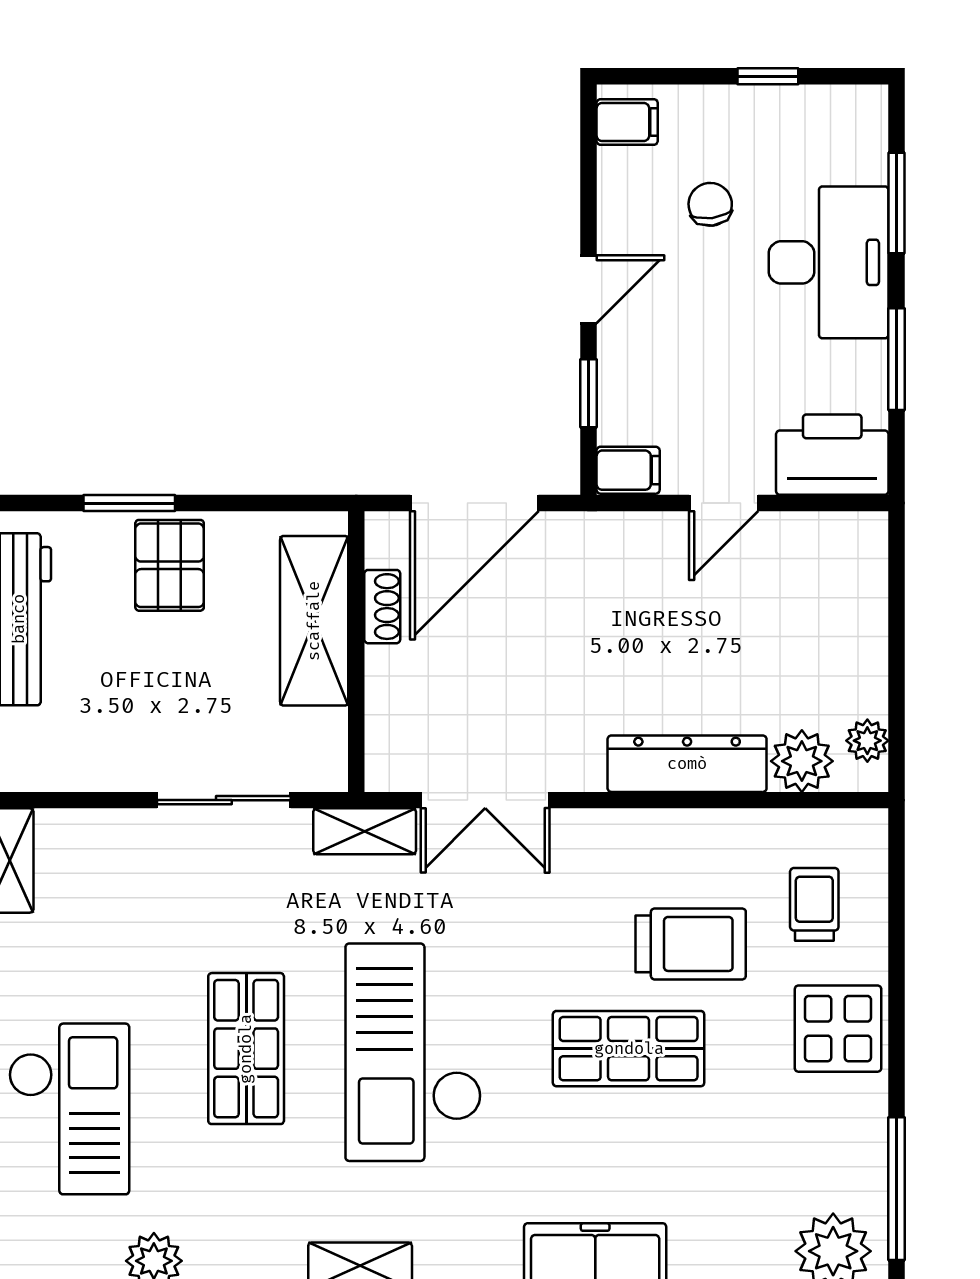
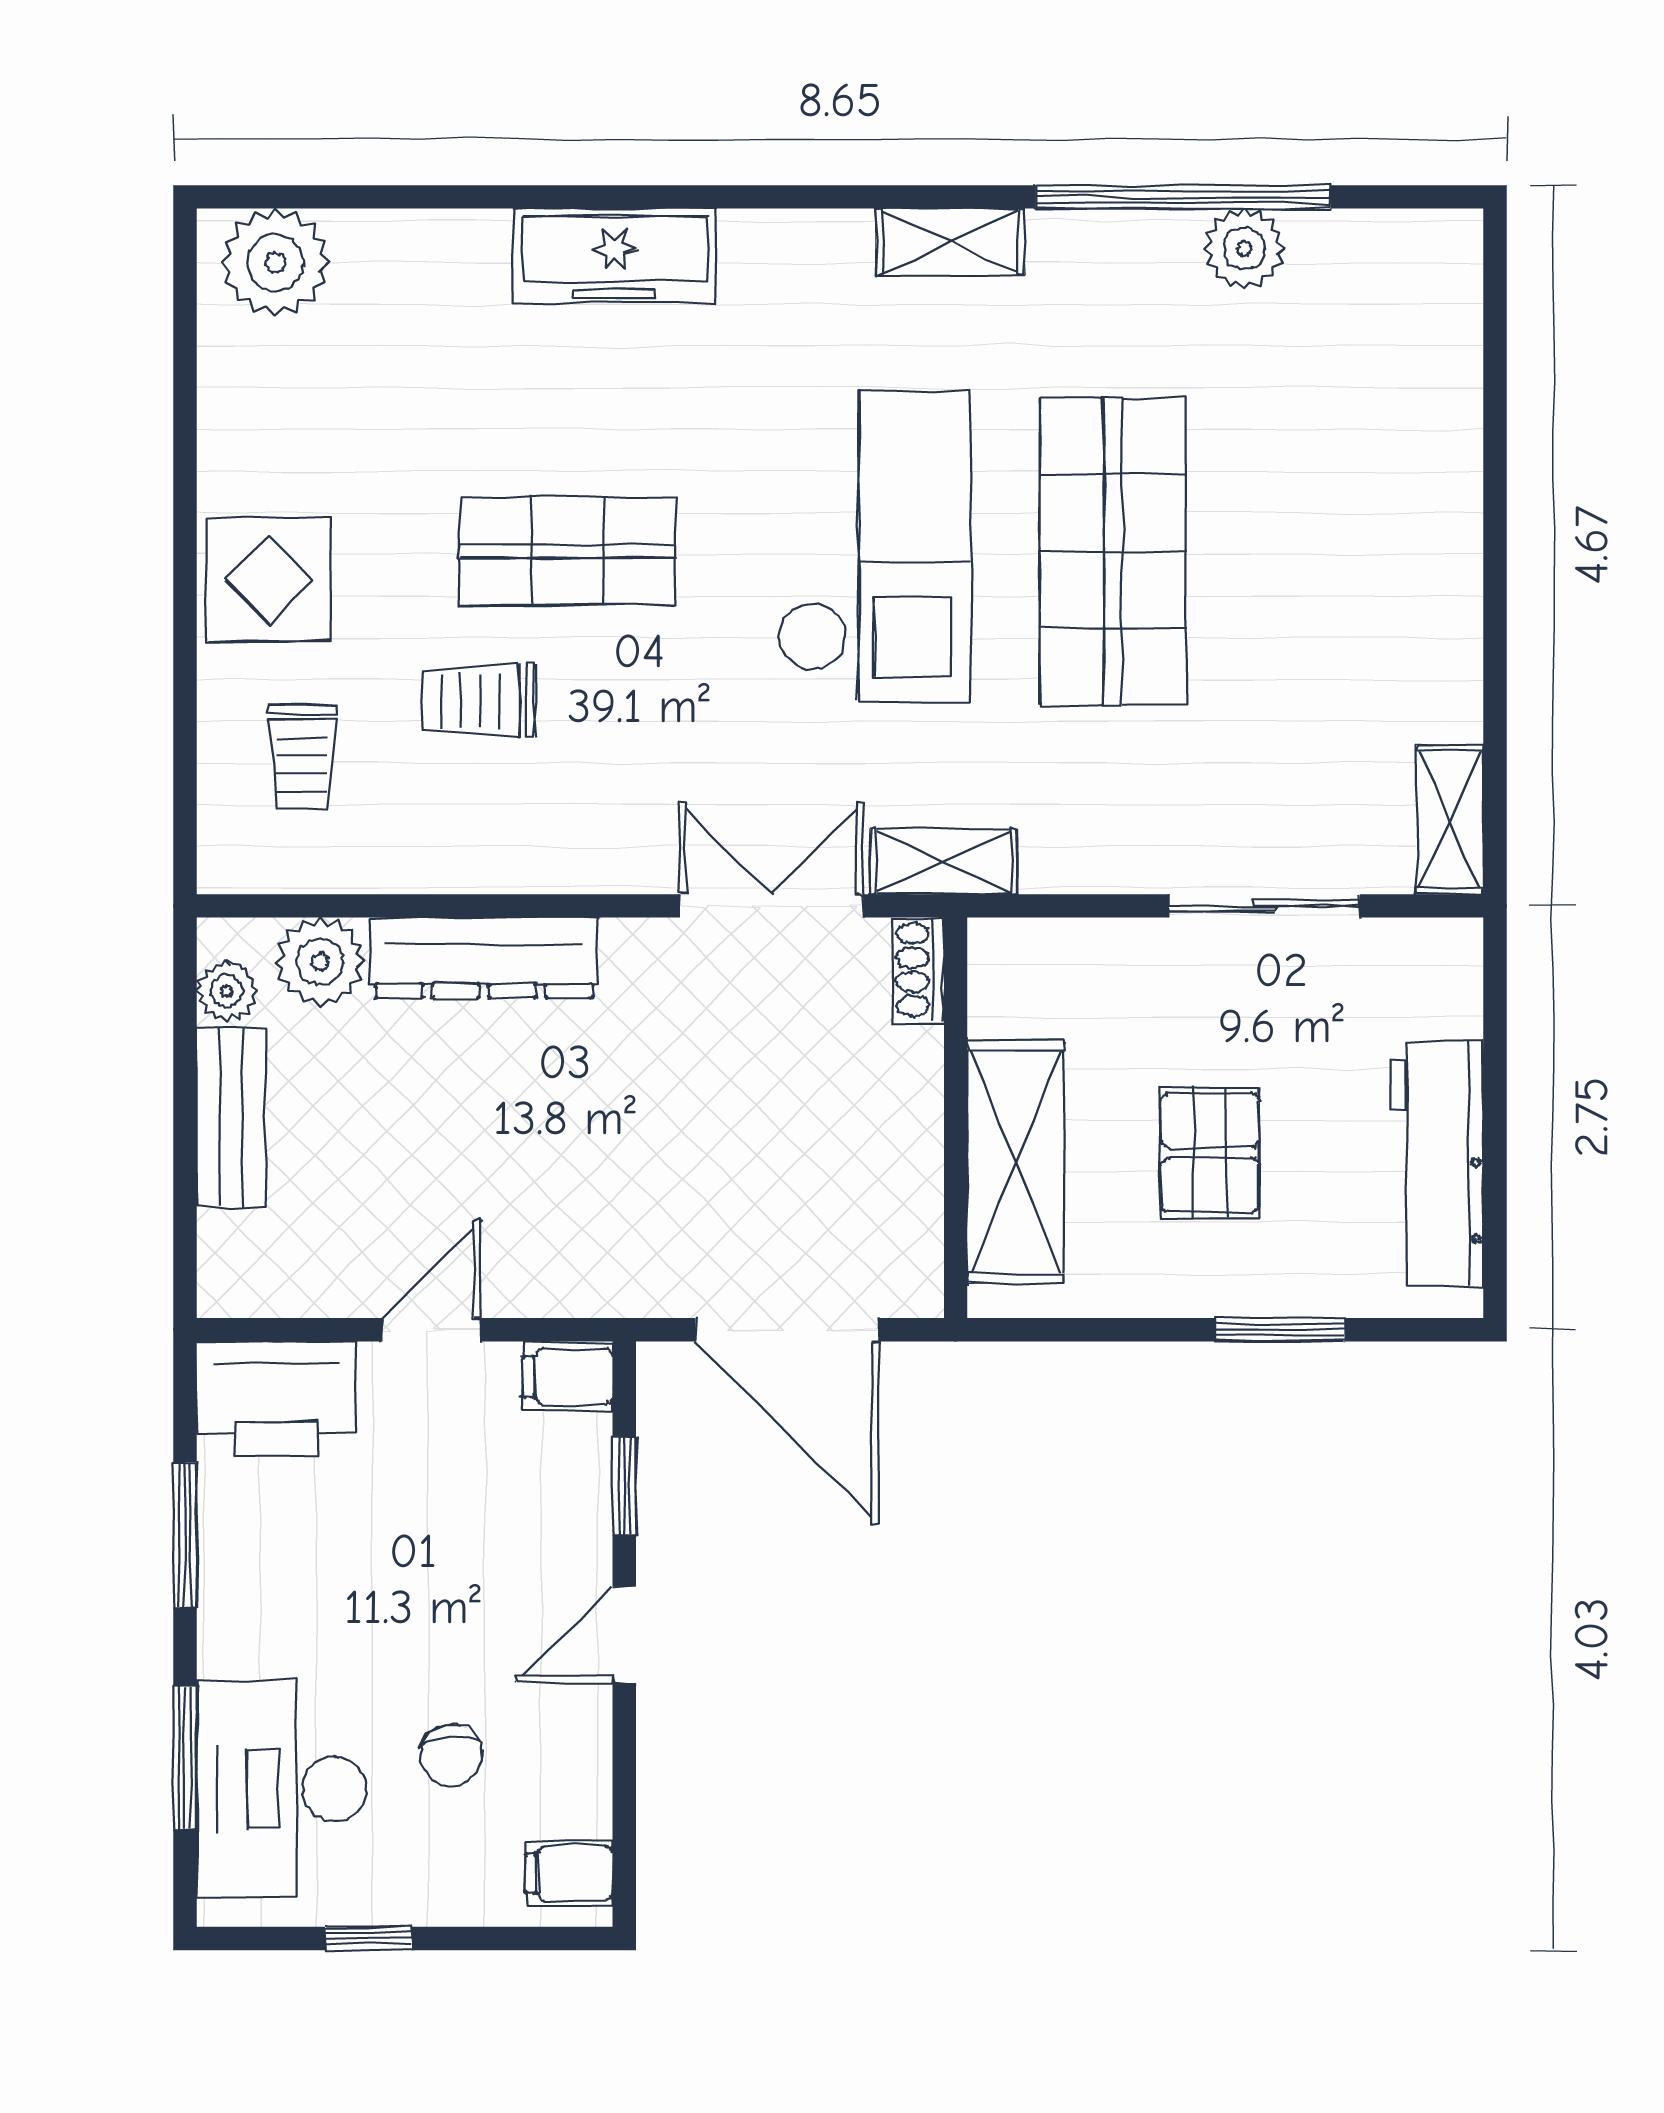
desk: (829, 262) -> (282, 1789), moved
door: (474, 503) -> (787, 1330), swing flipped
pallet: (170, 565) -> (1210, 1153), moved
shoe rack: (382, 607) -> (919, 970), moved
bench: (864, 652) -> (231, 1117), added
sliding door: (224, 800) -> (1264, 906), moved
trolley: (691, 944) -> (479, 701), width x0.73, depth x0.72
shop shelf: (246, 1049) -> (1113, 551), width x1.43, depth x1.36
checkout: (69, 1109) -> (1365, 465), removed
window: (896, 1189) -> (185, 352), removed

